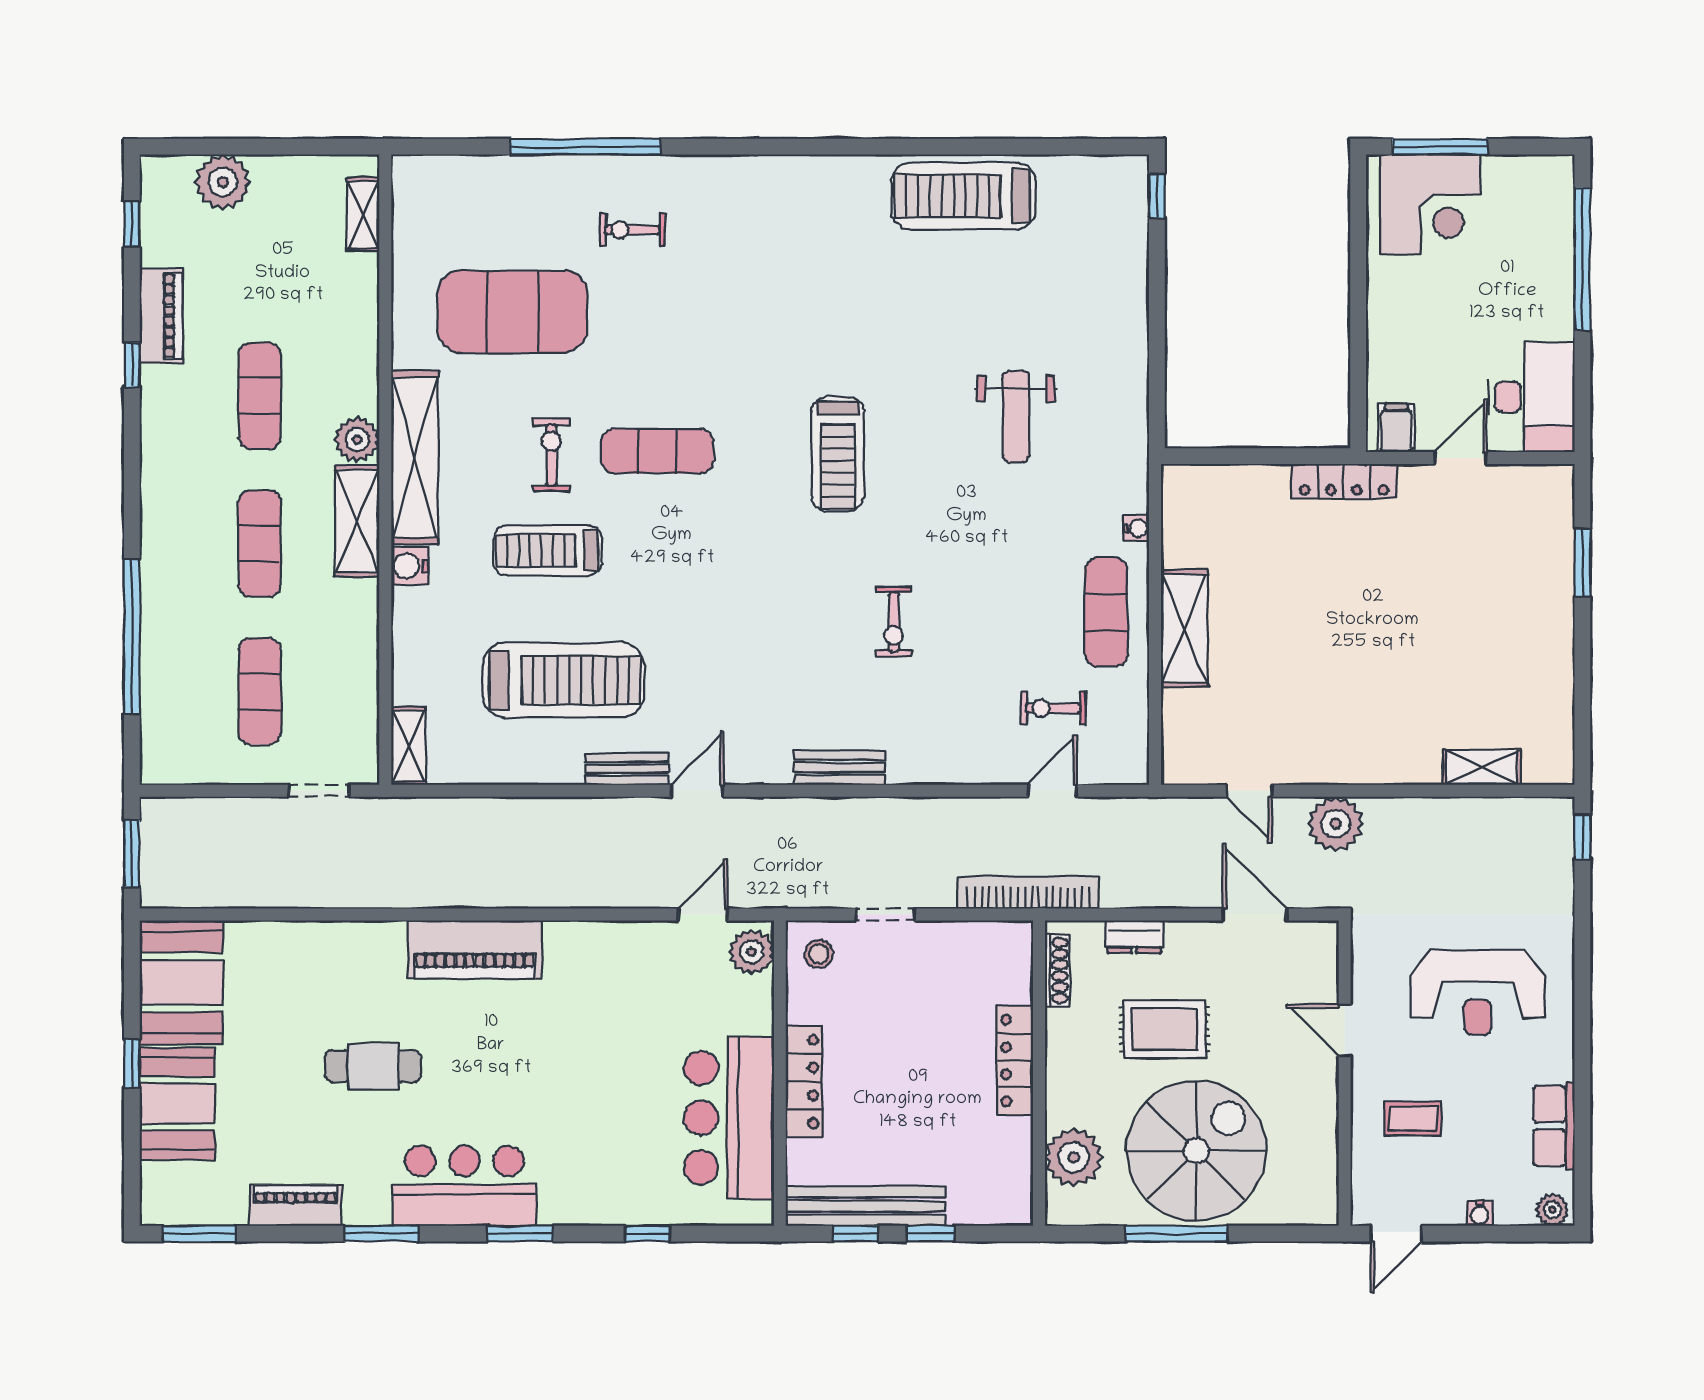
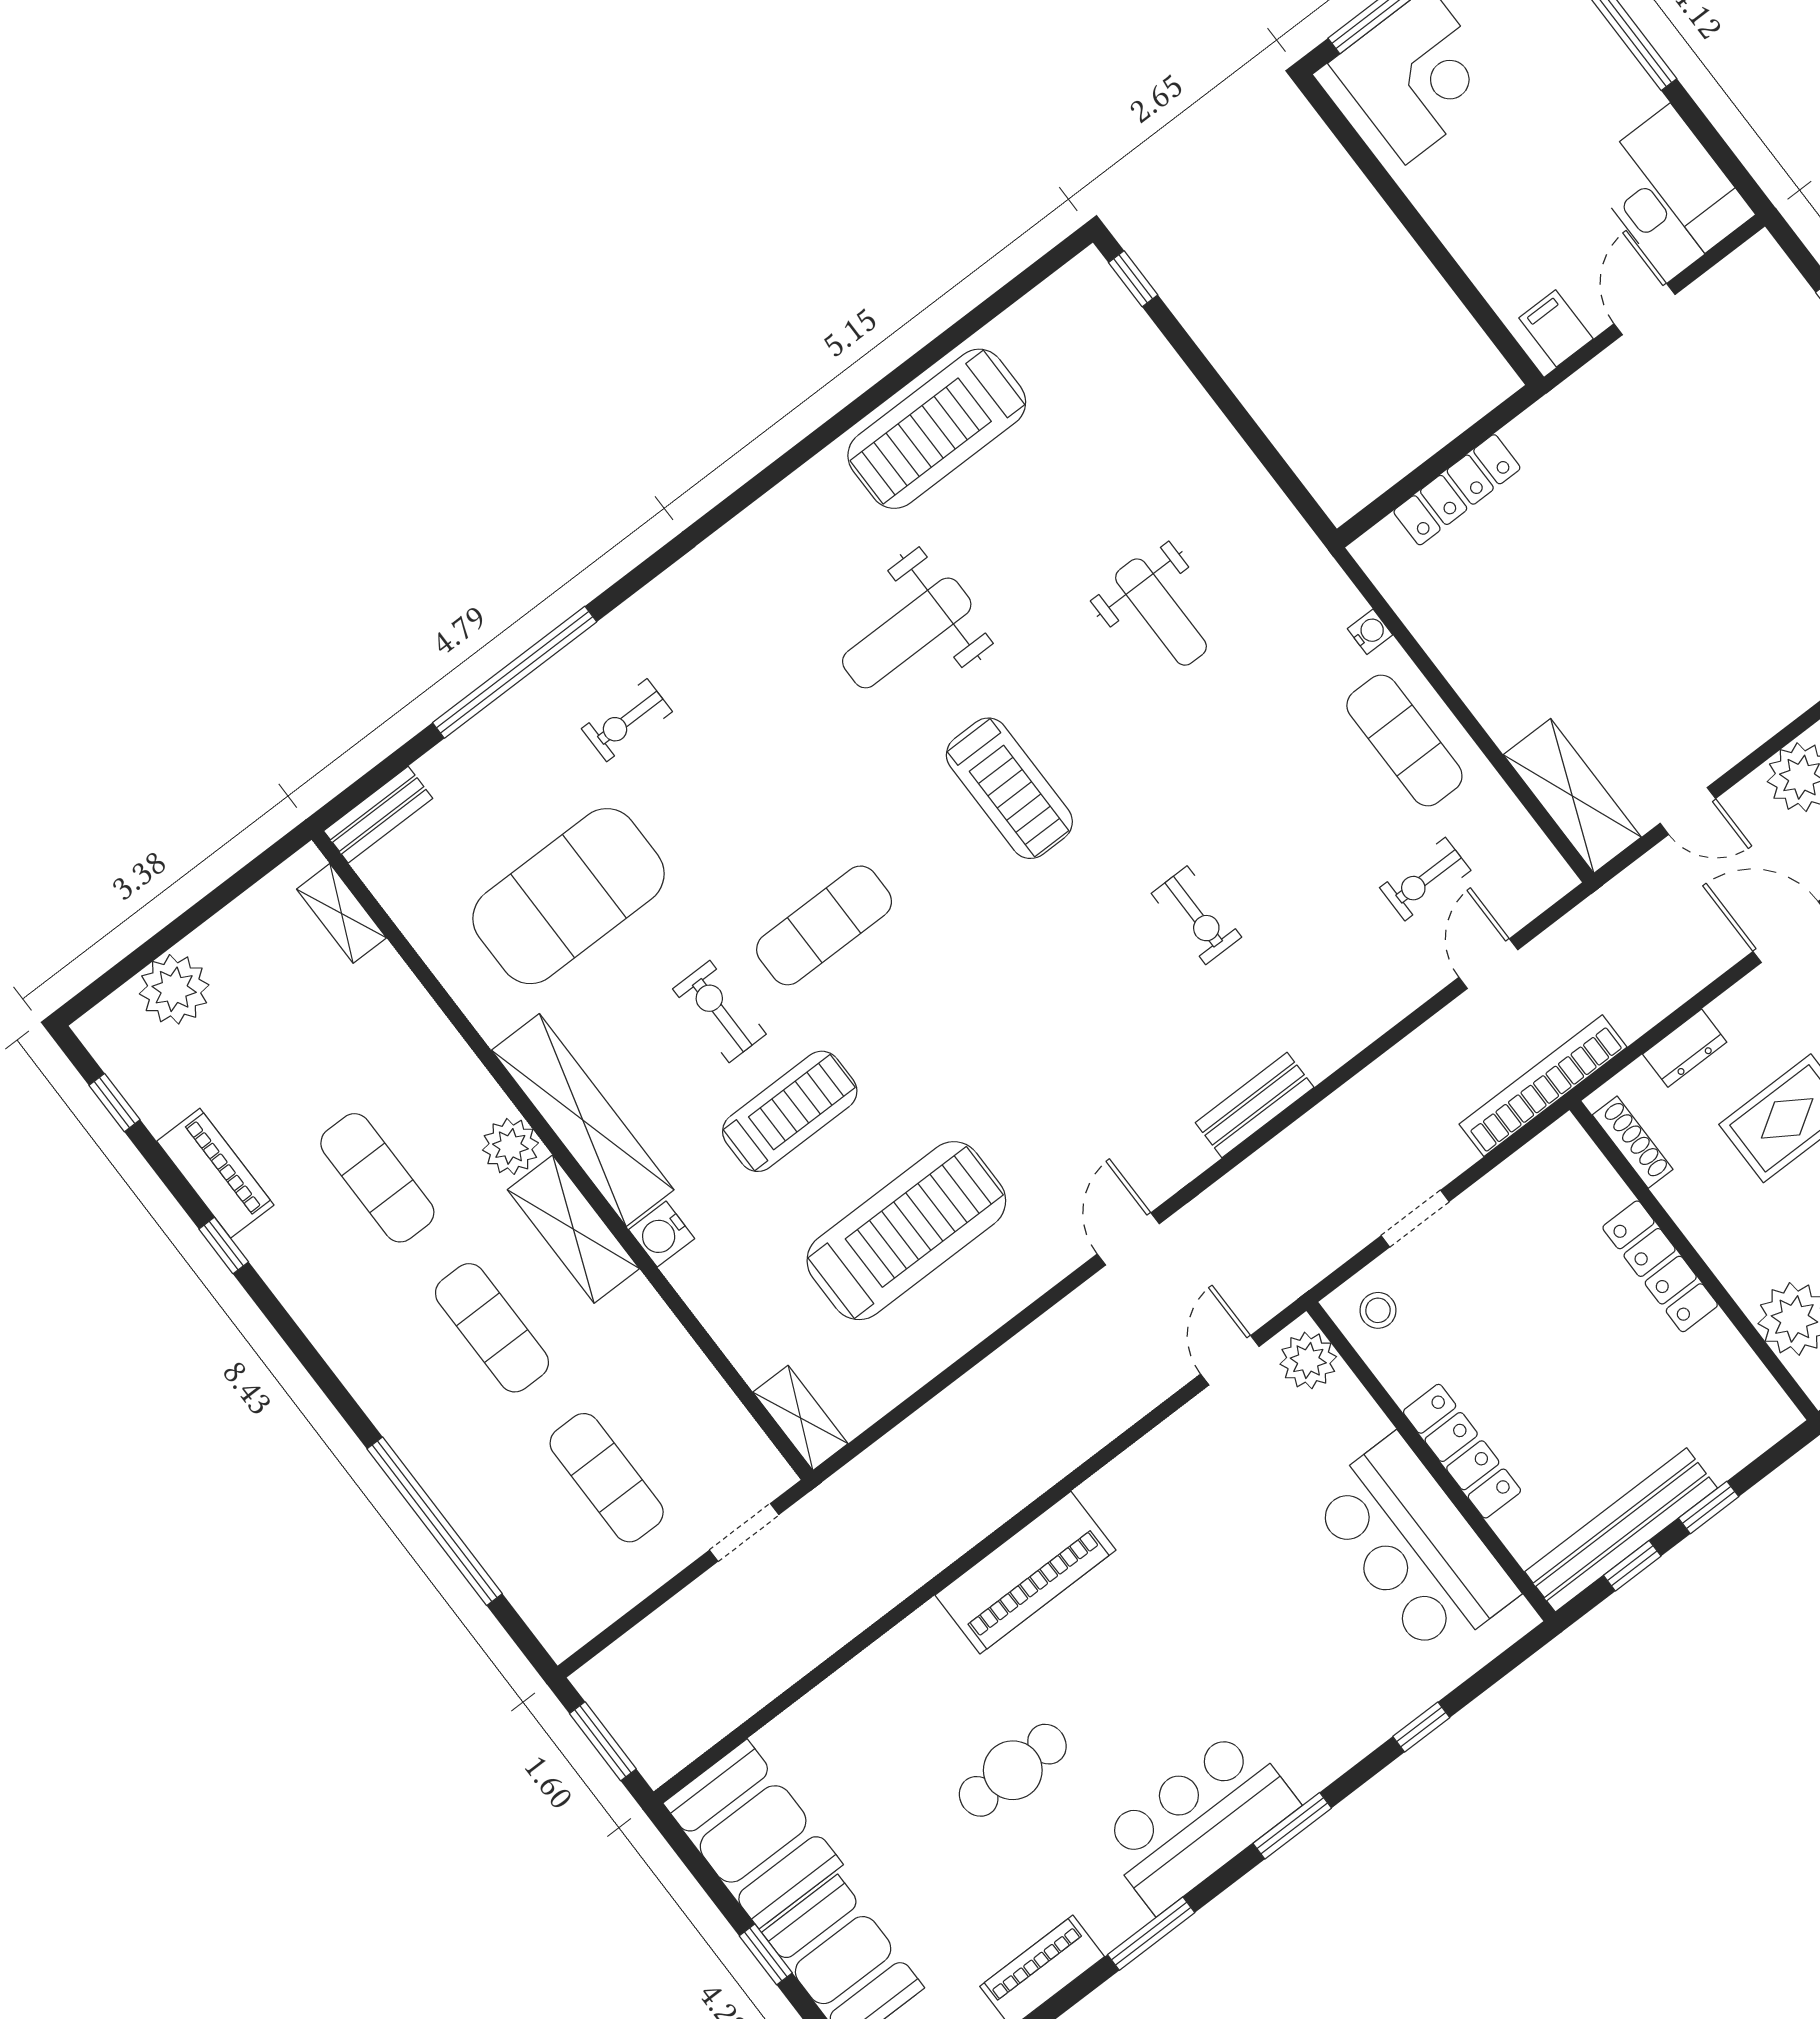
weight bench: (848, 309) -> (907, 633), added
locker: (1344, 481) -> (1457, 490), moved
treadmill: (548, 551) -> (790, 1111), turned 180
shelving: (1184, 629) -> (1572, 796), moved
bench: (627, 769) -> (378, 815), moved

